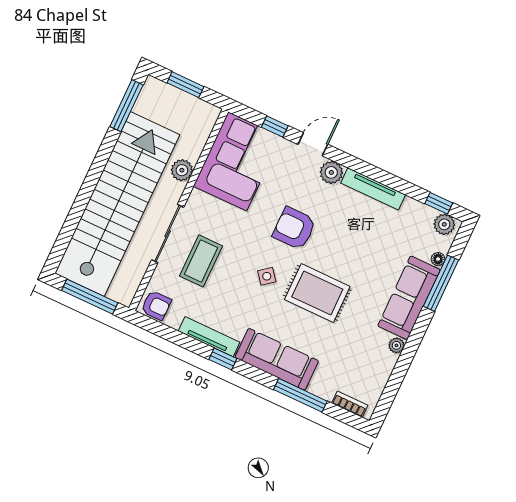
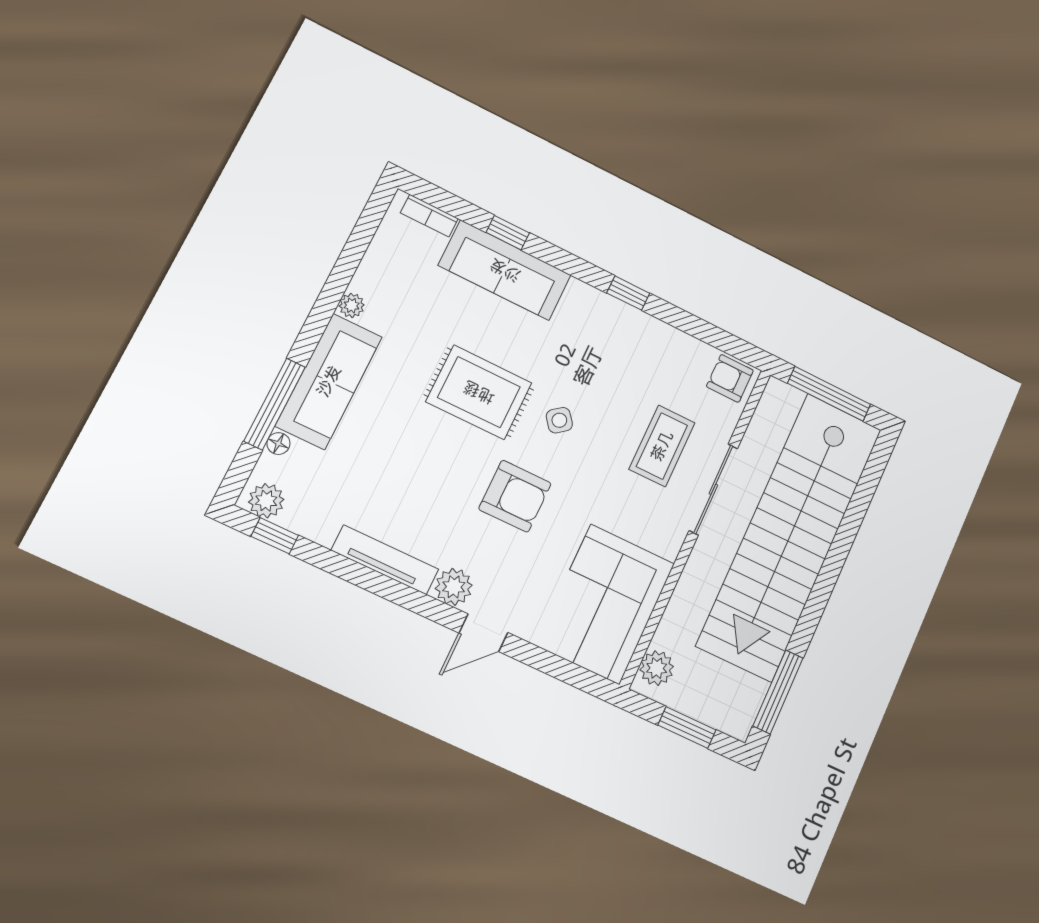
window: (275, 126) -> (545, 662), removed
plant: (182, 170) -> (657, 668), moved
tv unit: (209, 337) -> (649, 328), removed
sofa: (277, 359) -> (505, 270), moved
window: (300, 395) -> (508, 233), width x0.46

